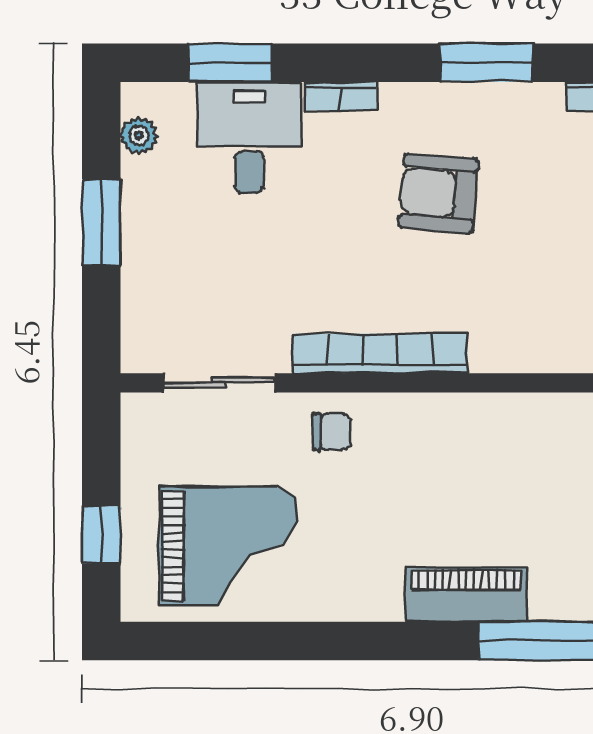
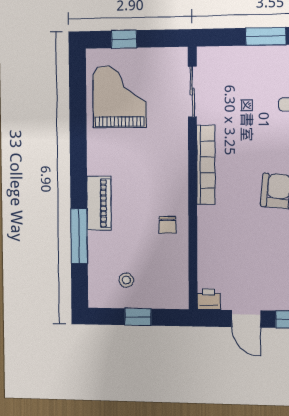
chair: (331, 432) -> (168, 225), moved
grand piano: (228, 546) -> (120, 97), turned 180

